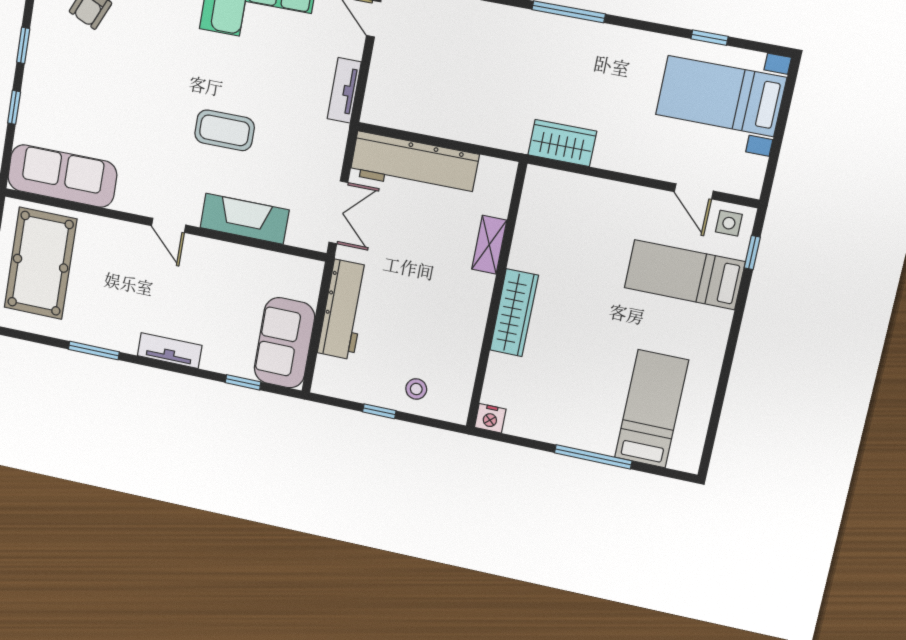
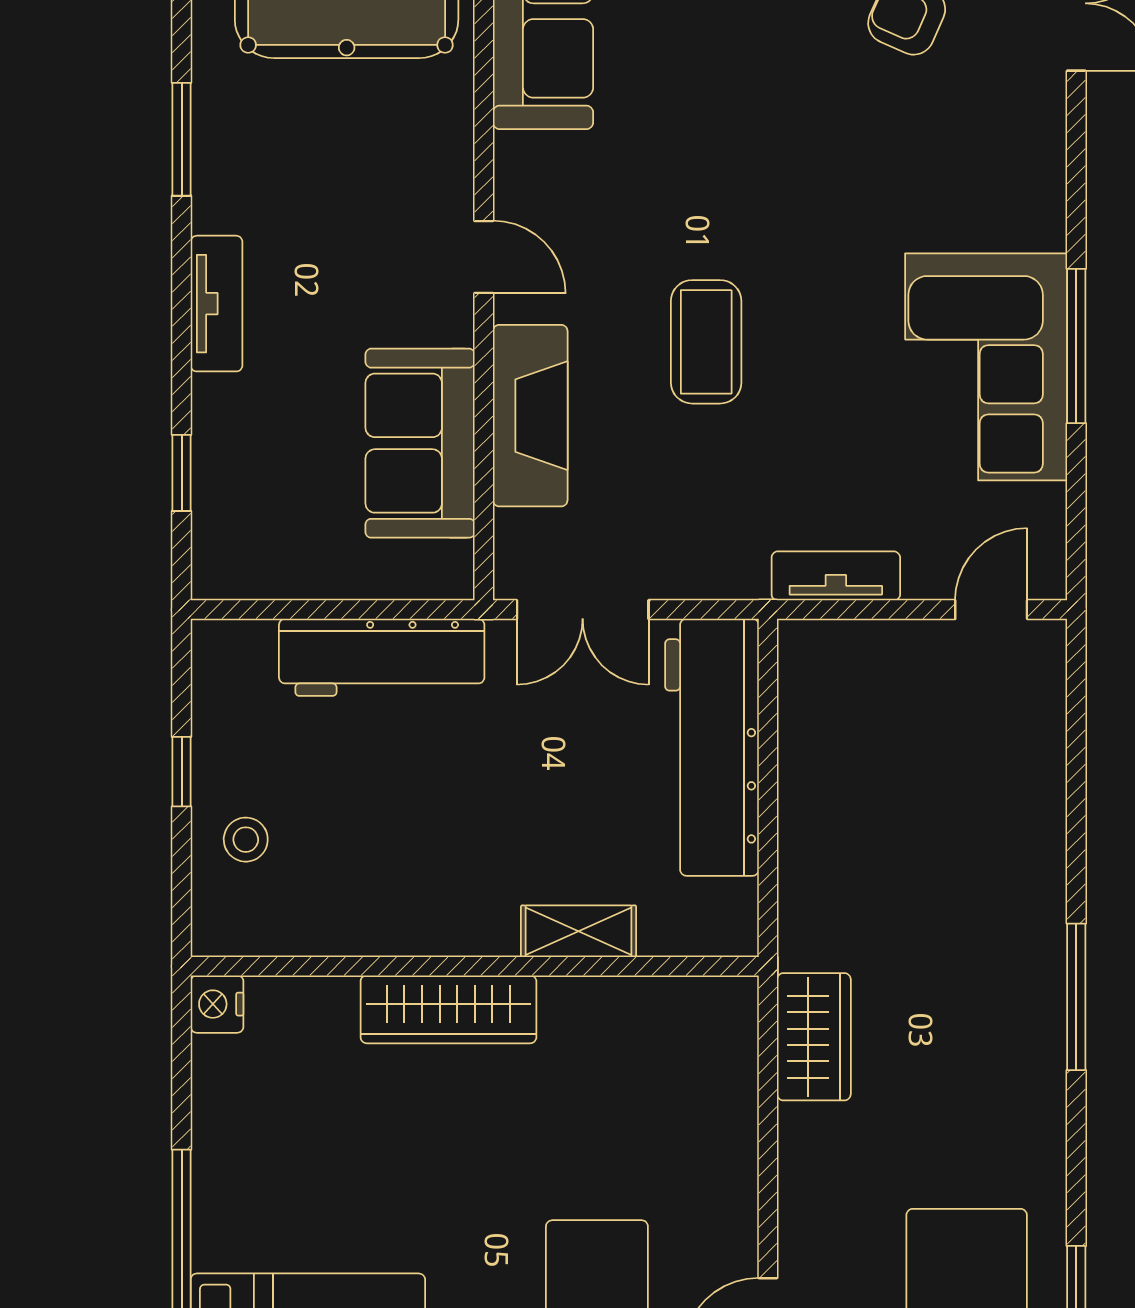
door: (169, 225) -> (484, 257), swing flipped
sofa: (284, 343) -> (420, 443), moved, turned -90

